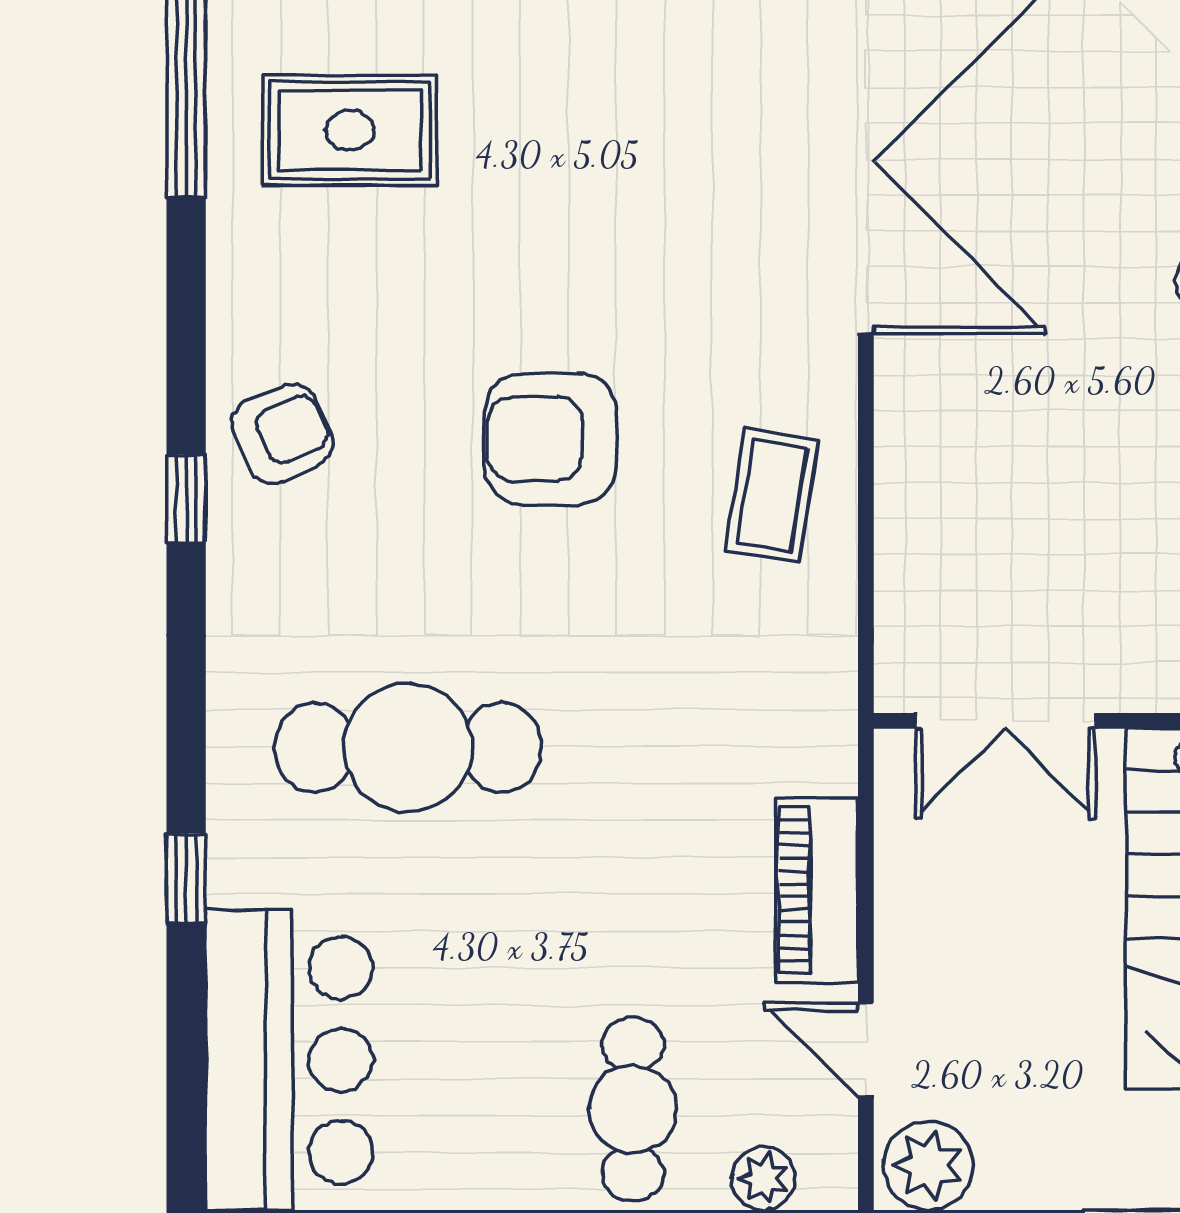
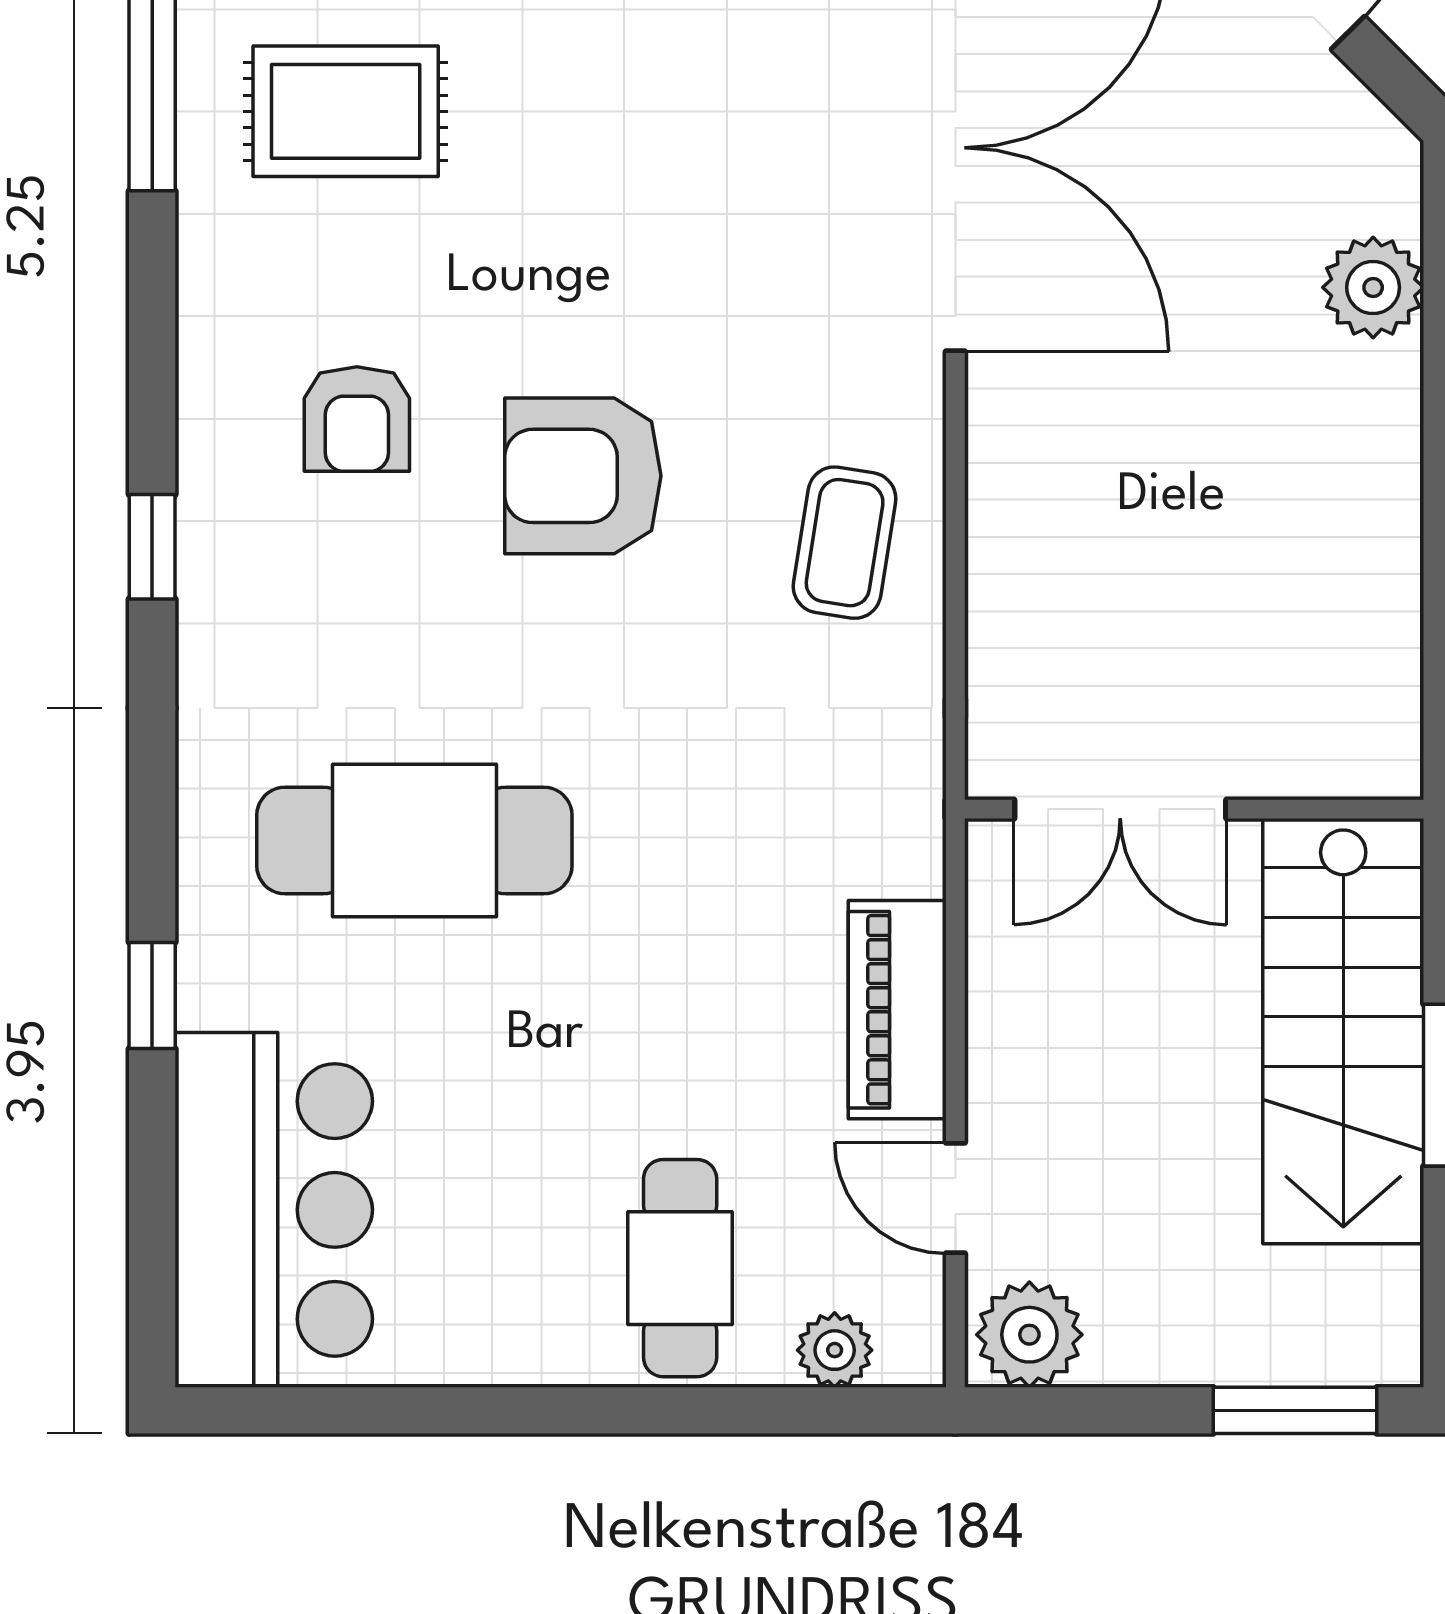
armchair: (282, 434) -> (357, 419), moved, turned 114

